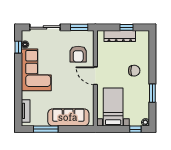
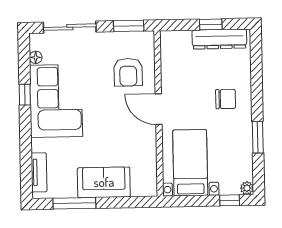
dresser: (120, 36) -> (219, 39), moved
window: (18, 47) -> (25, 95), moved
sofa: (68, 117) -> (104, 182), width x0.73

